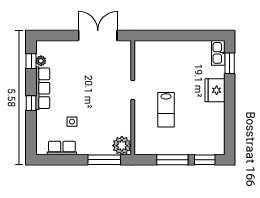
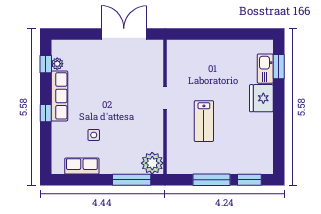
kitchen sink: (218, 53) -> (265, 69), moved

